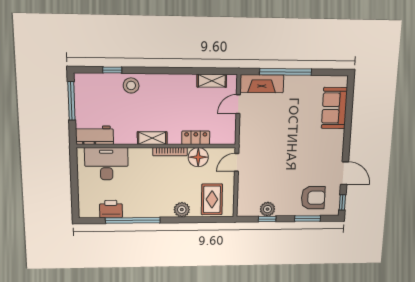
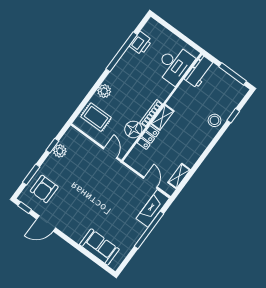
shelving: (152, 138) -> (162, 117), moved

